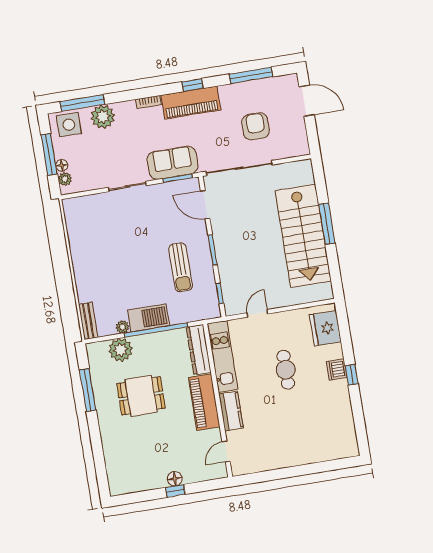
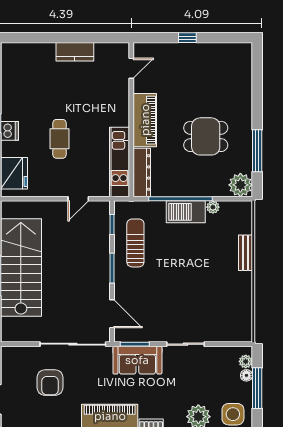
sun lounger: (181, 267) -> (135, 243), moved
bench: (88, 321) -> (246, 253), moved
plant: (121, 350) -> (240, 185), moved
kitchen counter: (231, 411) -> (75, 52), moved, turned -90
floor lamp: (175, 479) -> (186, 50), removed

